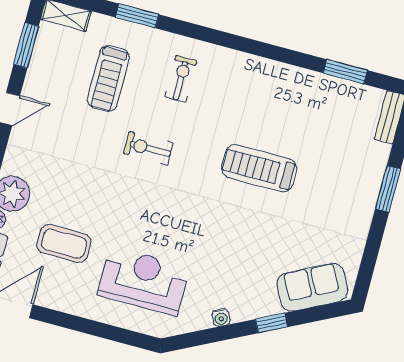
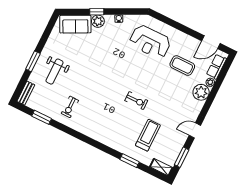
exercise bike: (181, 79) -> (70, 107), moved
treadmill: (259, 168) -> (89, 82), removed
weight bench: (337, 176) -> (55, 72), added
plant: (265, 303) -> (98, 21), added

